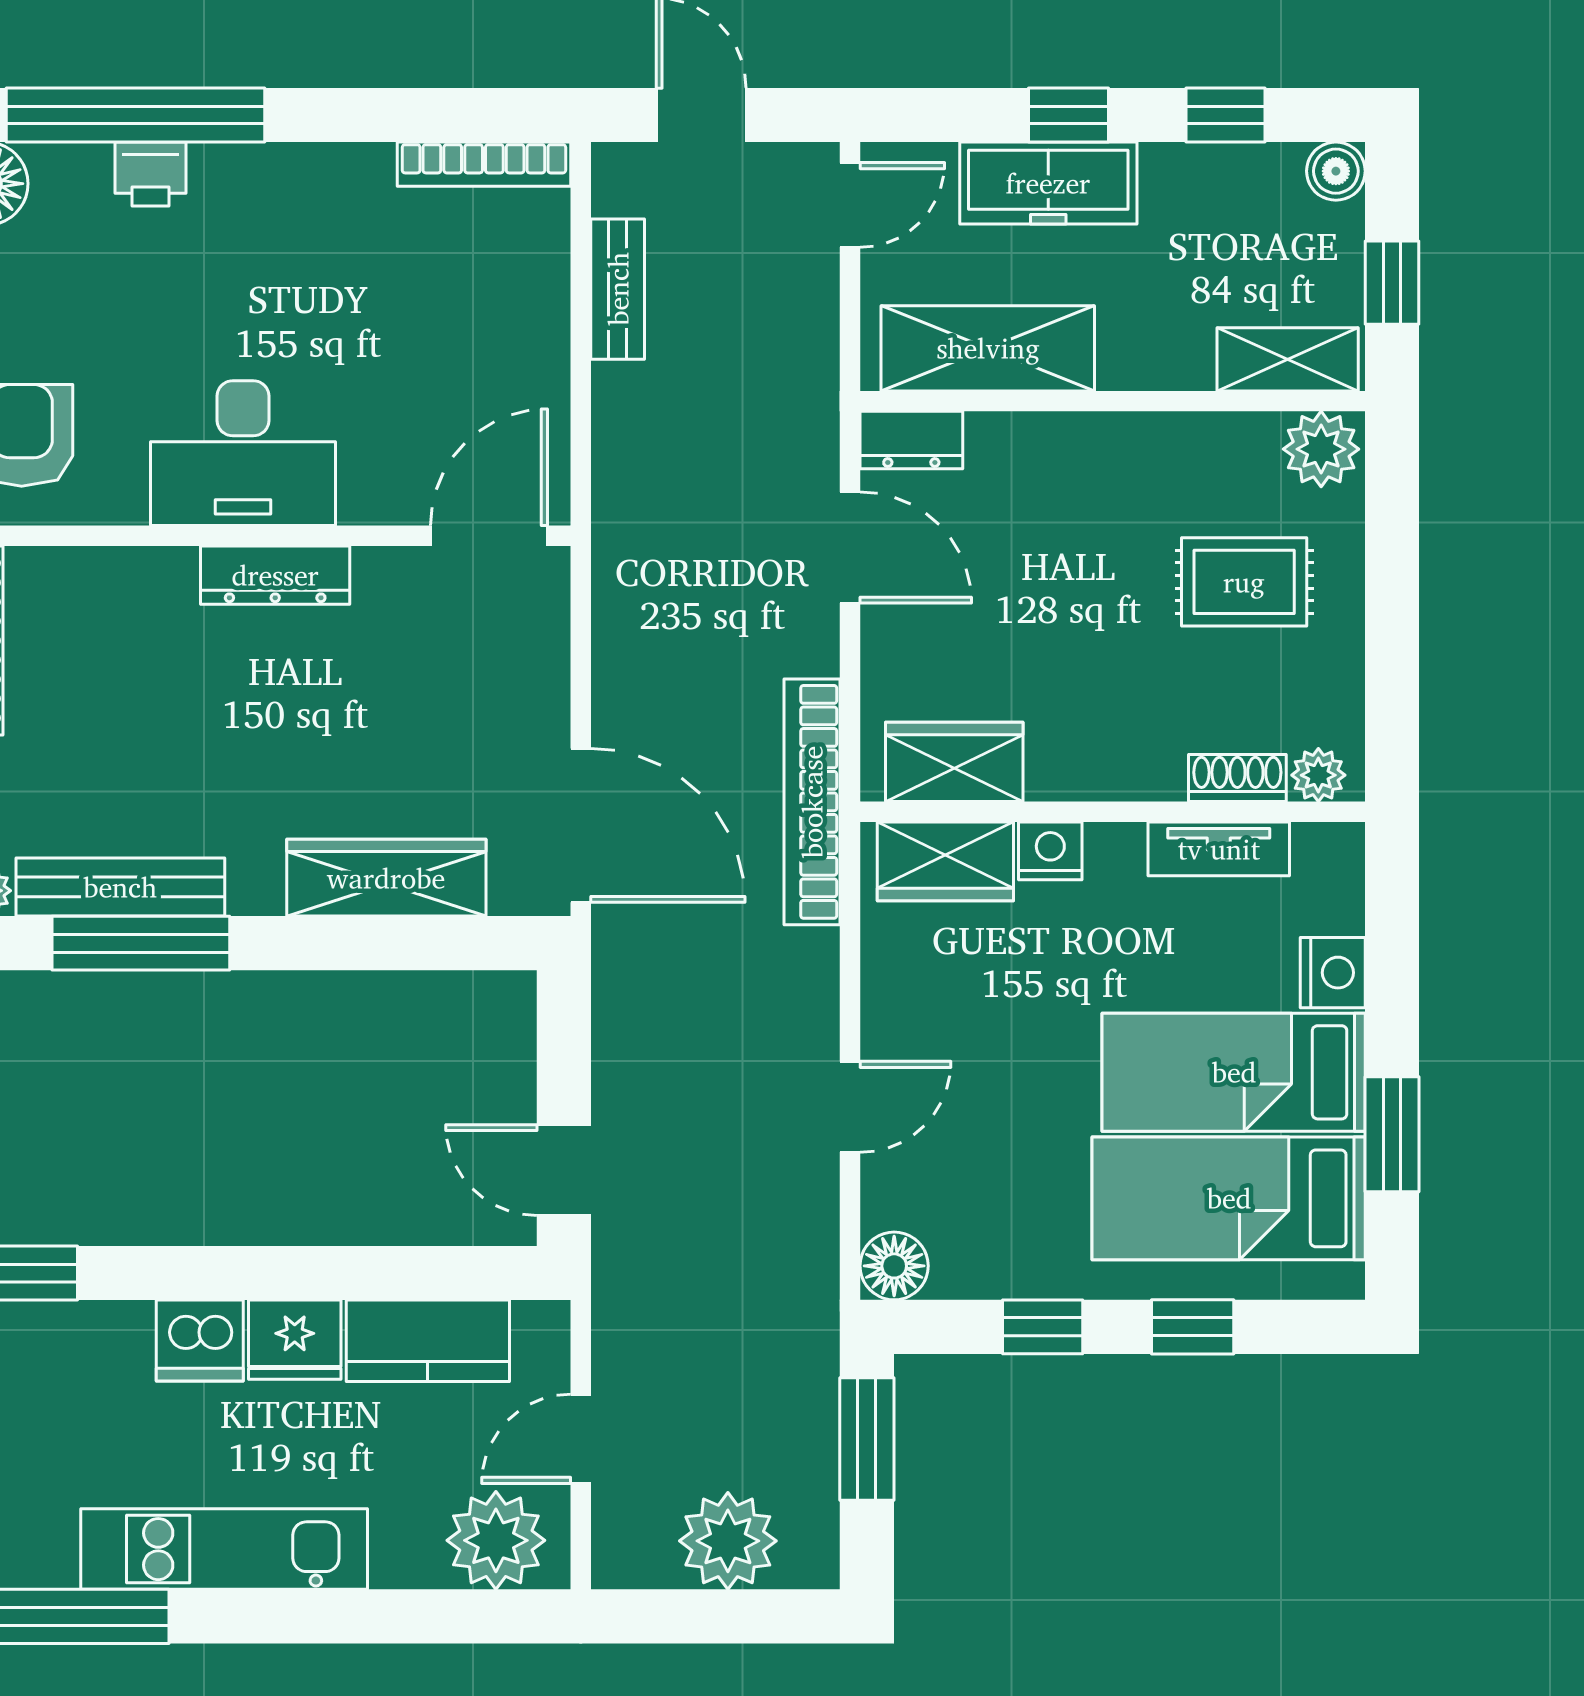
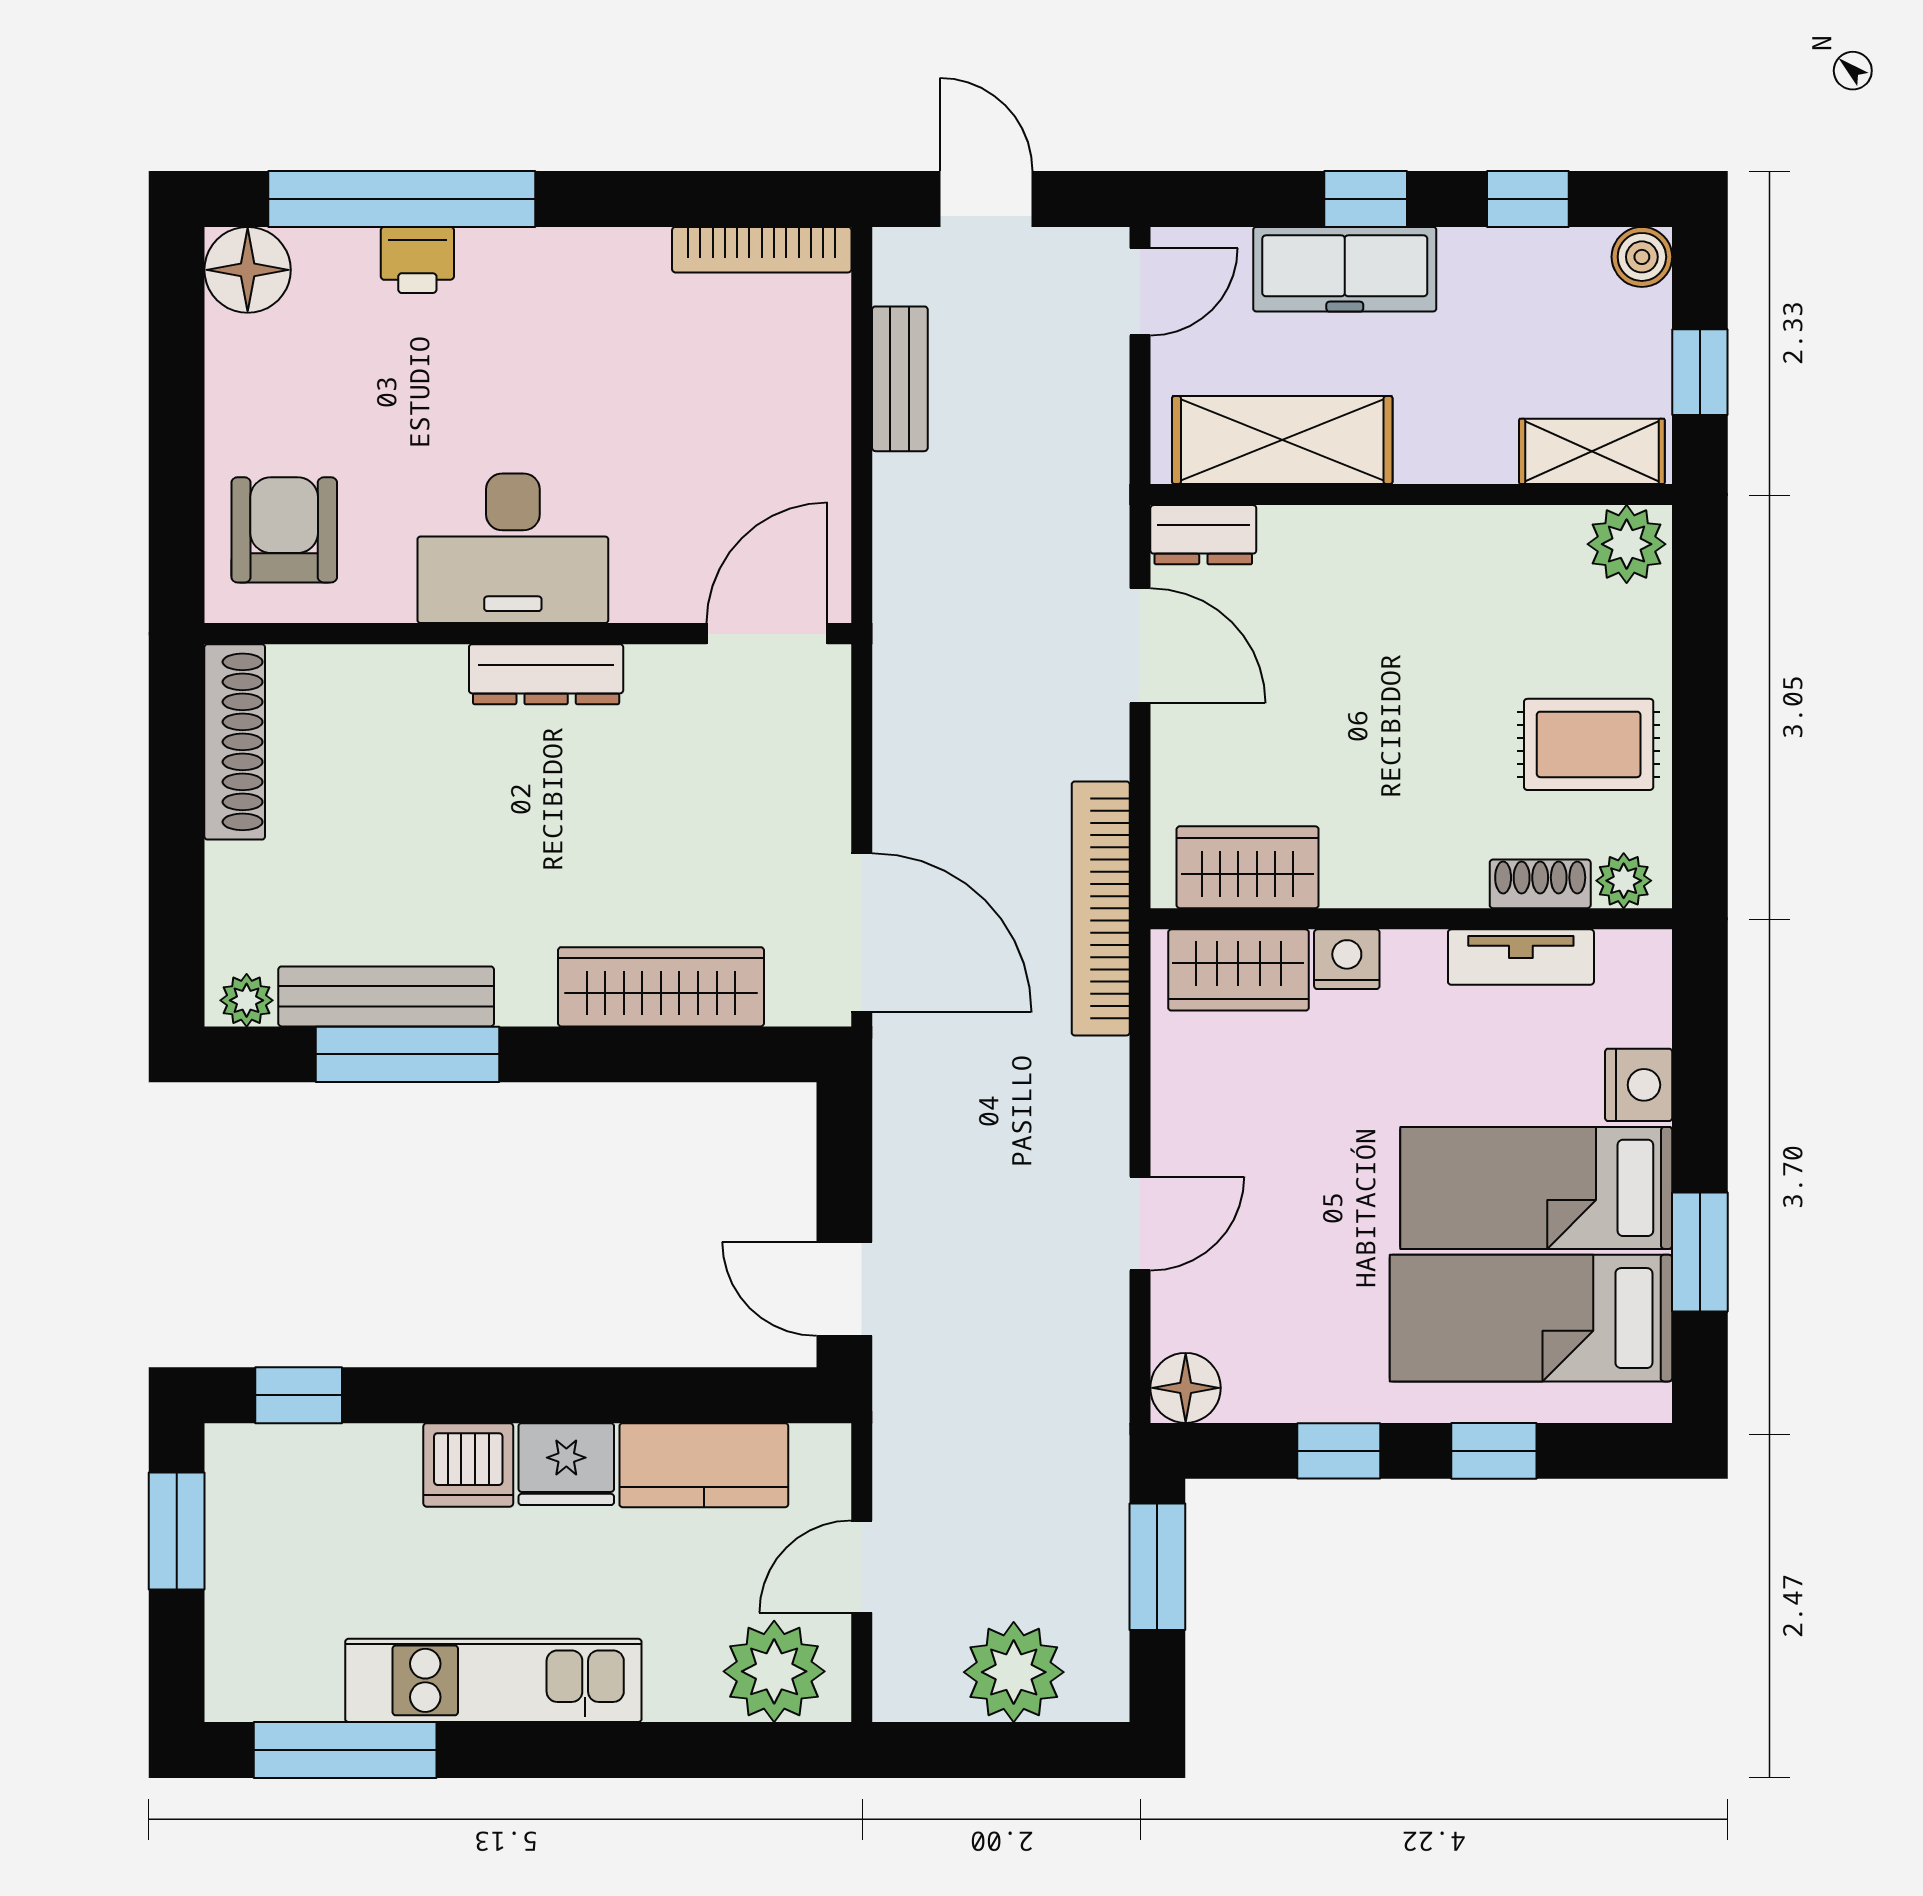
rug: (1244, 582) -> (1589, 744), moved

